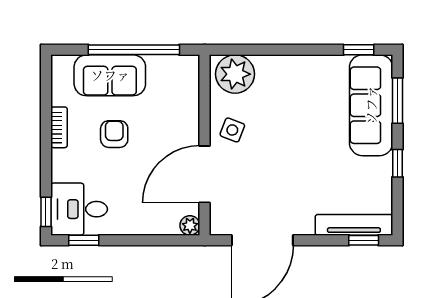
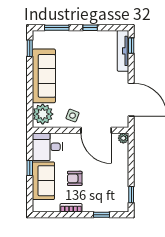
window: (134, 50) -> (30, 168), width x0.32
sofa: (371, 105) -> (44, 76), moved, turned -90
desk: (79, 209) -> (47, 147), moved, turned 90
window: (46, 212) -> (102, 215), moved

